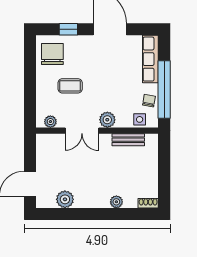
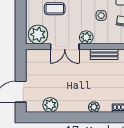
side table: (140, 119) -> (101, 15), moved
plant: (50, 122) -> (38, 34), width x1.88, depth x1.88

